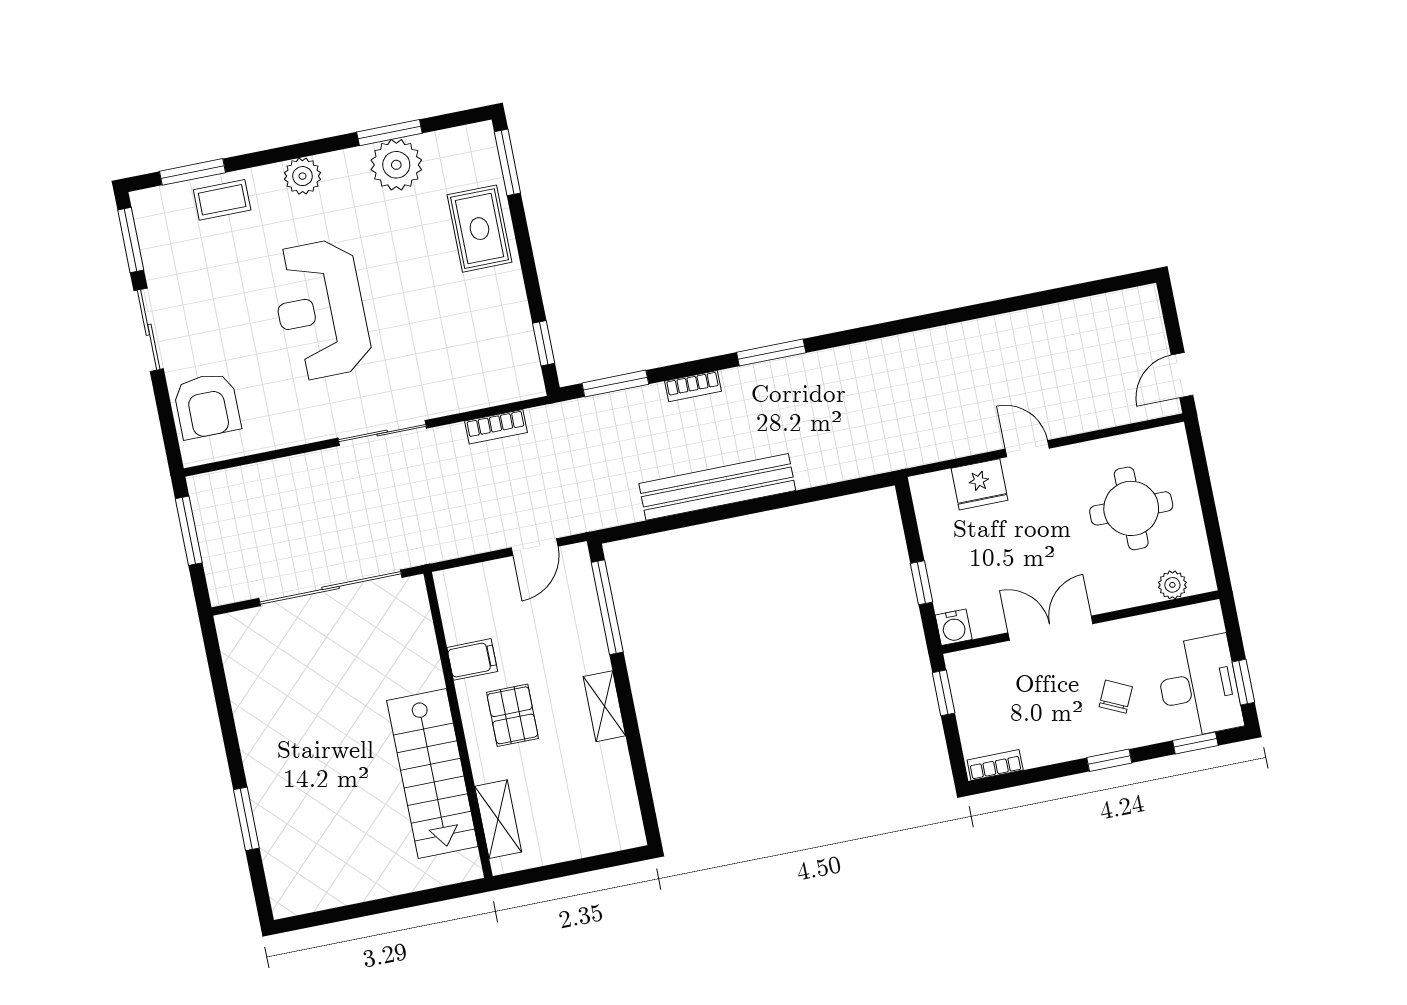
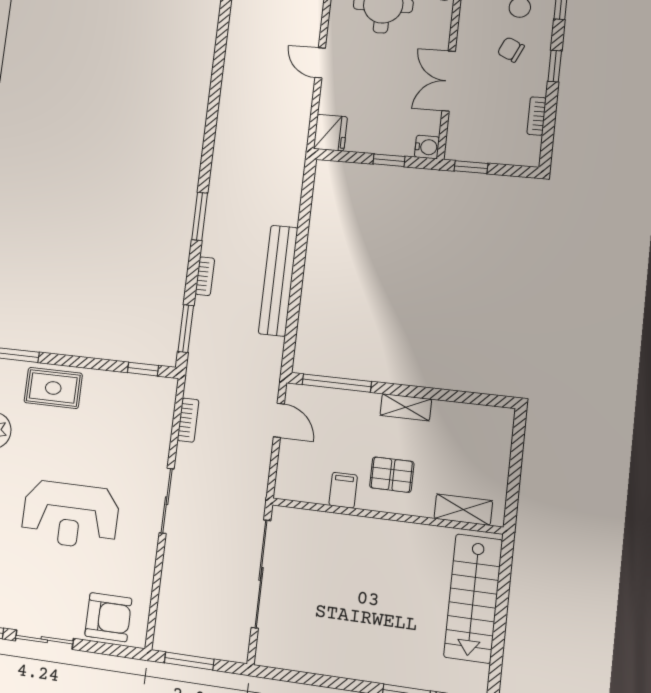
door: (1027, 449) -> (320, 63), hinge flipped
fridge: (979, 484) -> (330, 133), moved
bookcase: (995, 765) -> (537, 116), moved
stairs: (432, 774) -> (473, 598), moved, turned 90

